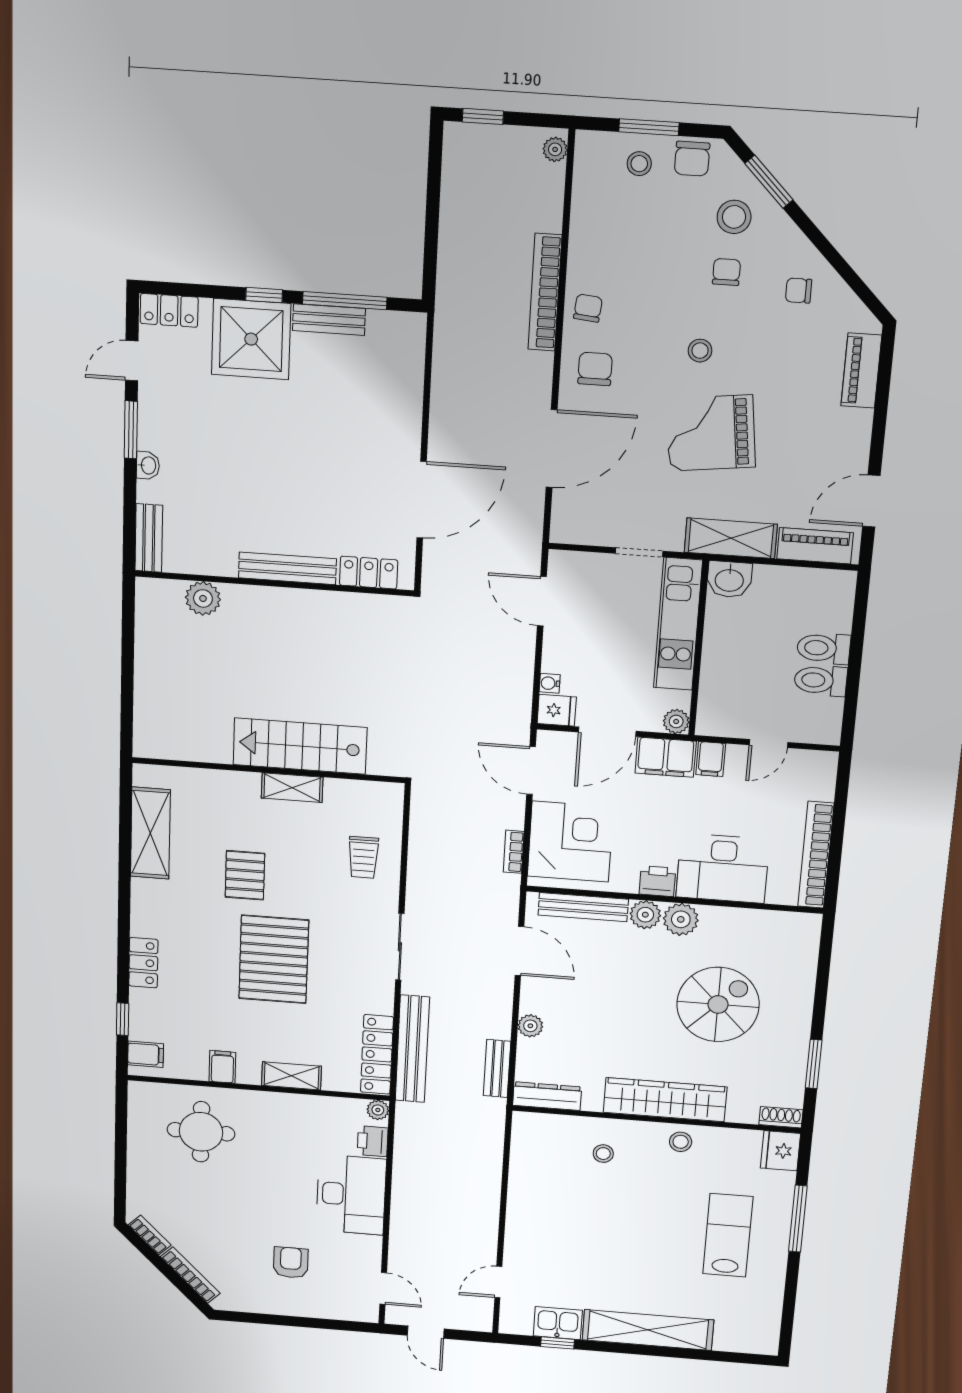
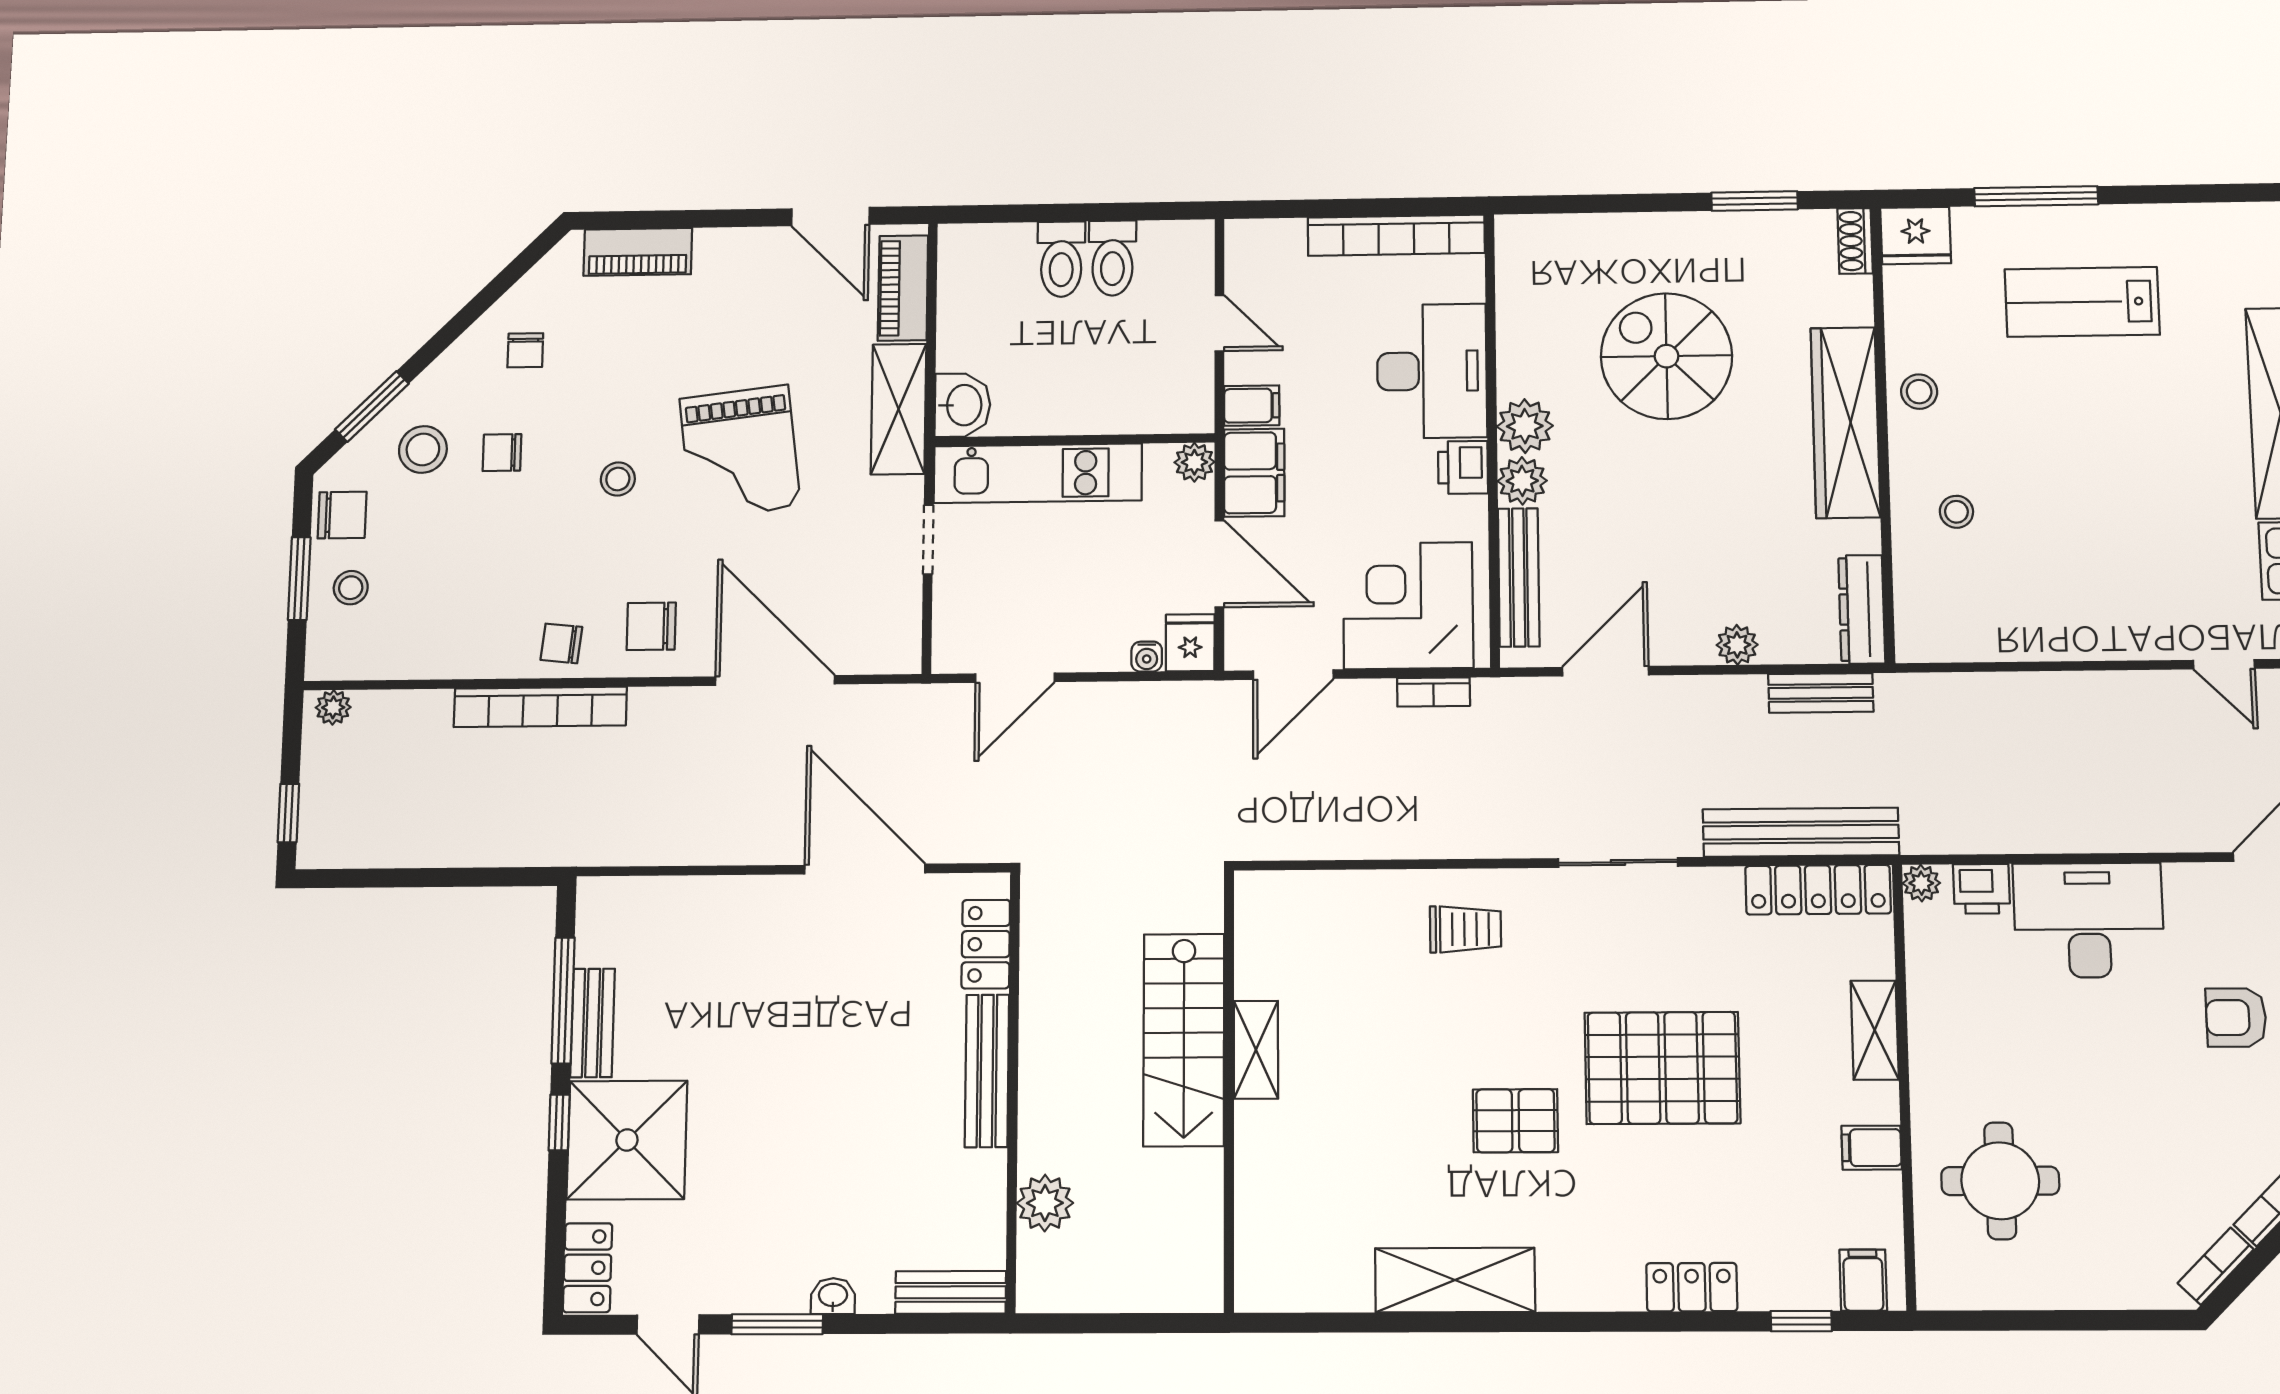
stairs: (300, 746) -> (1184, 1040), moved
wall: (268, 770) -> (1229, 1089), moved
shelving: (292, 788) -> (1256, 1050), moved

